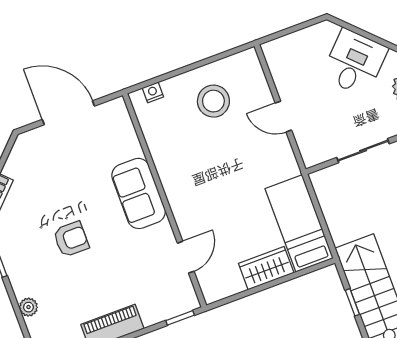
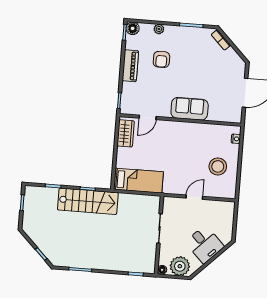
armchair: (71, 239) -> (161, 59), moved
door: (186, 257) -> (148, 117), hinge flipped
wardrobe: (266, 268) -> (126, 133), moved

